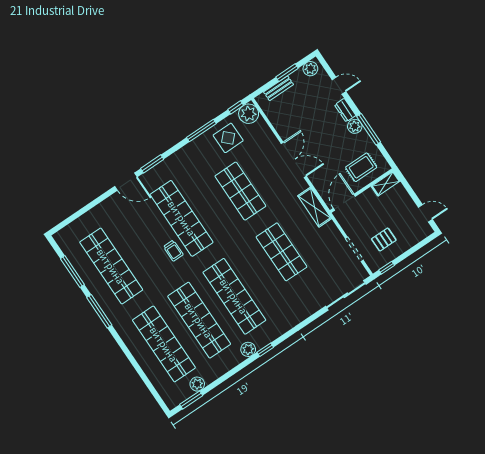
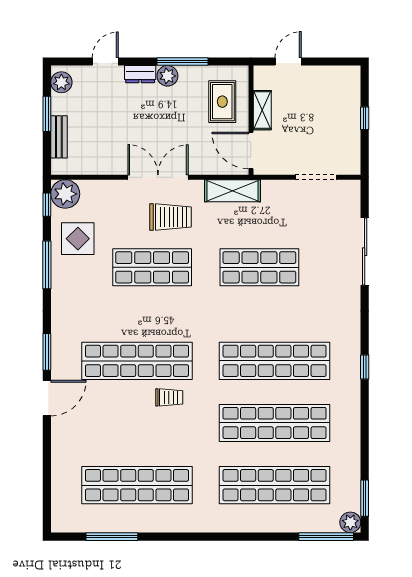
trolley: (276, 182) -> (171, 217), added
shelving: (386, 184) -> (262, 110), moved
door: (425, 213) -> (288, 62), moved
pallet: (384, 239) -> (328, 133), removed
window: (387, 268) -> (365, 118), moved
sliding door: (346, 295) -> (365, 252), moved
window: (99, 311) -> (326, 537), moved
plant: (248, 349) -> (350, 388), removed
plant: (197, 384) -> (350, 522), moved

